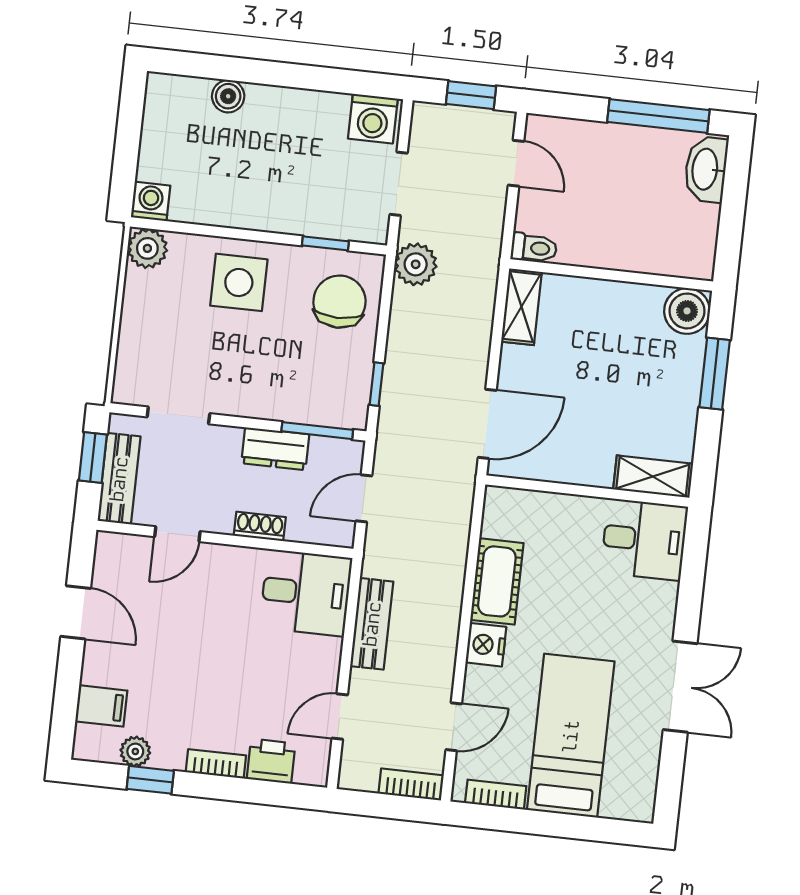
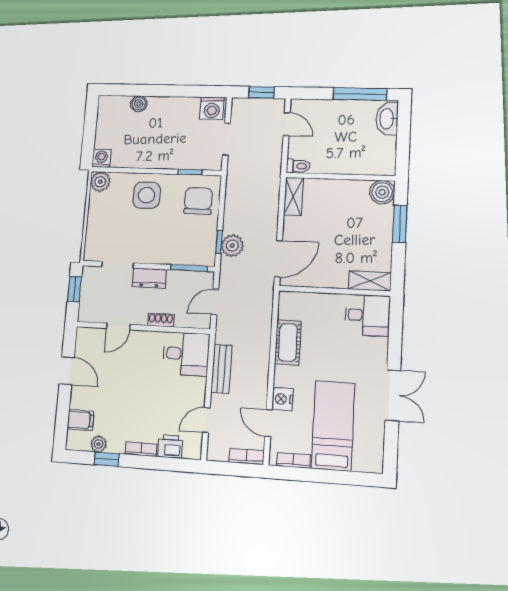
plant: (416, 264) -> (232, 246), moved
dresser: (275, 449) -> (149, 278), moved
bench: (119, 479) -> (88, 299), removed
nightstand: (486, 645) -> (282, 399), moved
door: (454, 727) -> (268, 423), swing flipped

